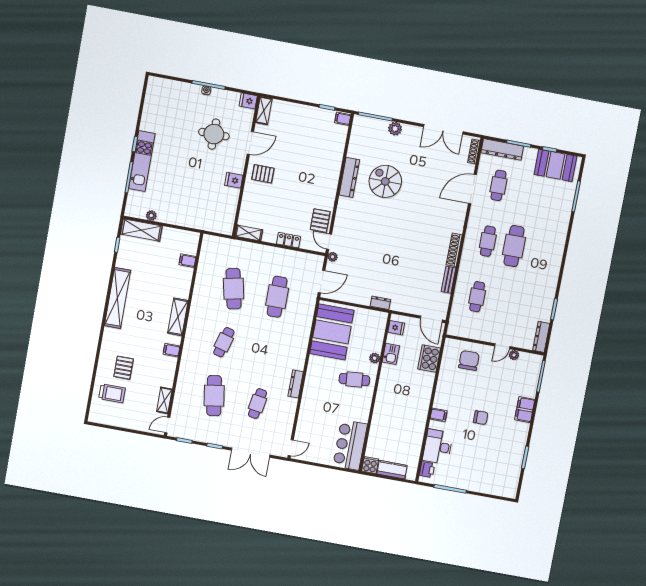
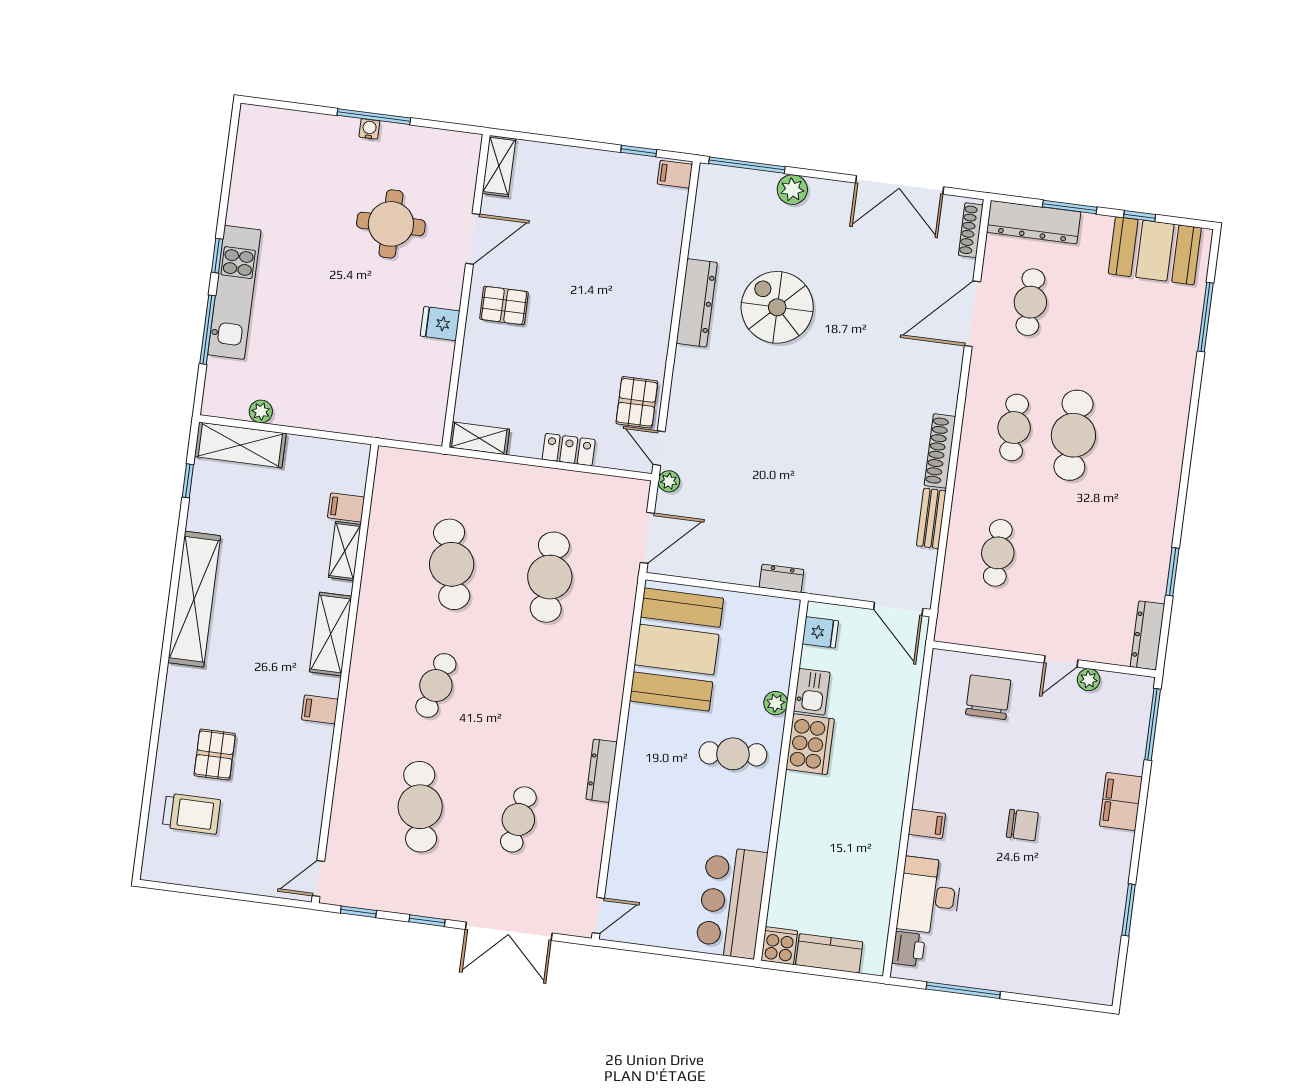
fridge: (248, 101) -> (463, 147), removed
cooker: (429, 358) -> (810, 744), moved, turned 180
shelving: (164, 400) -> (345, 551), moved

